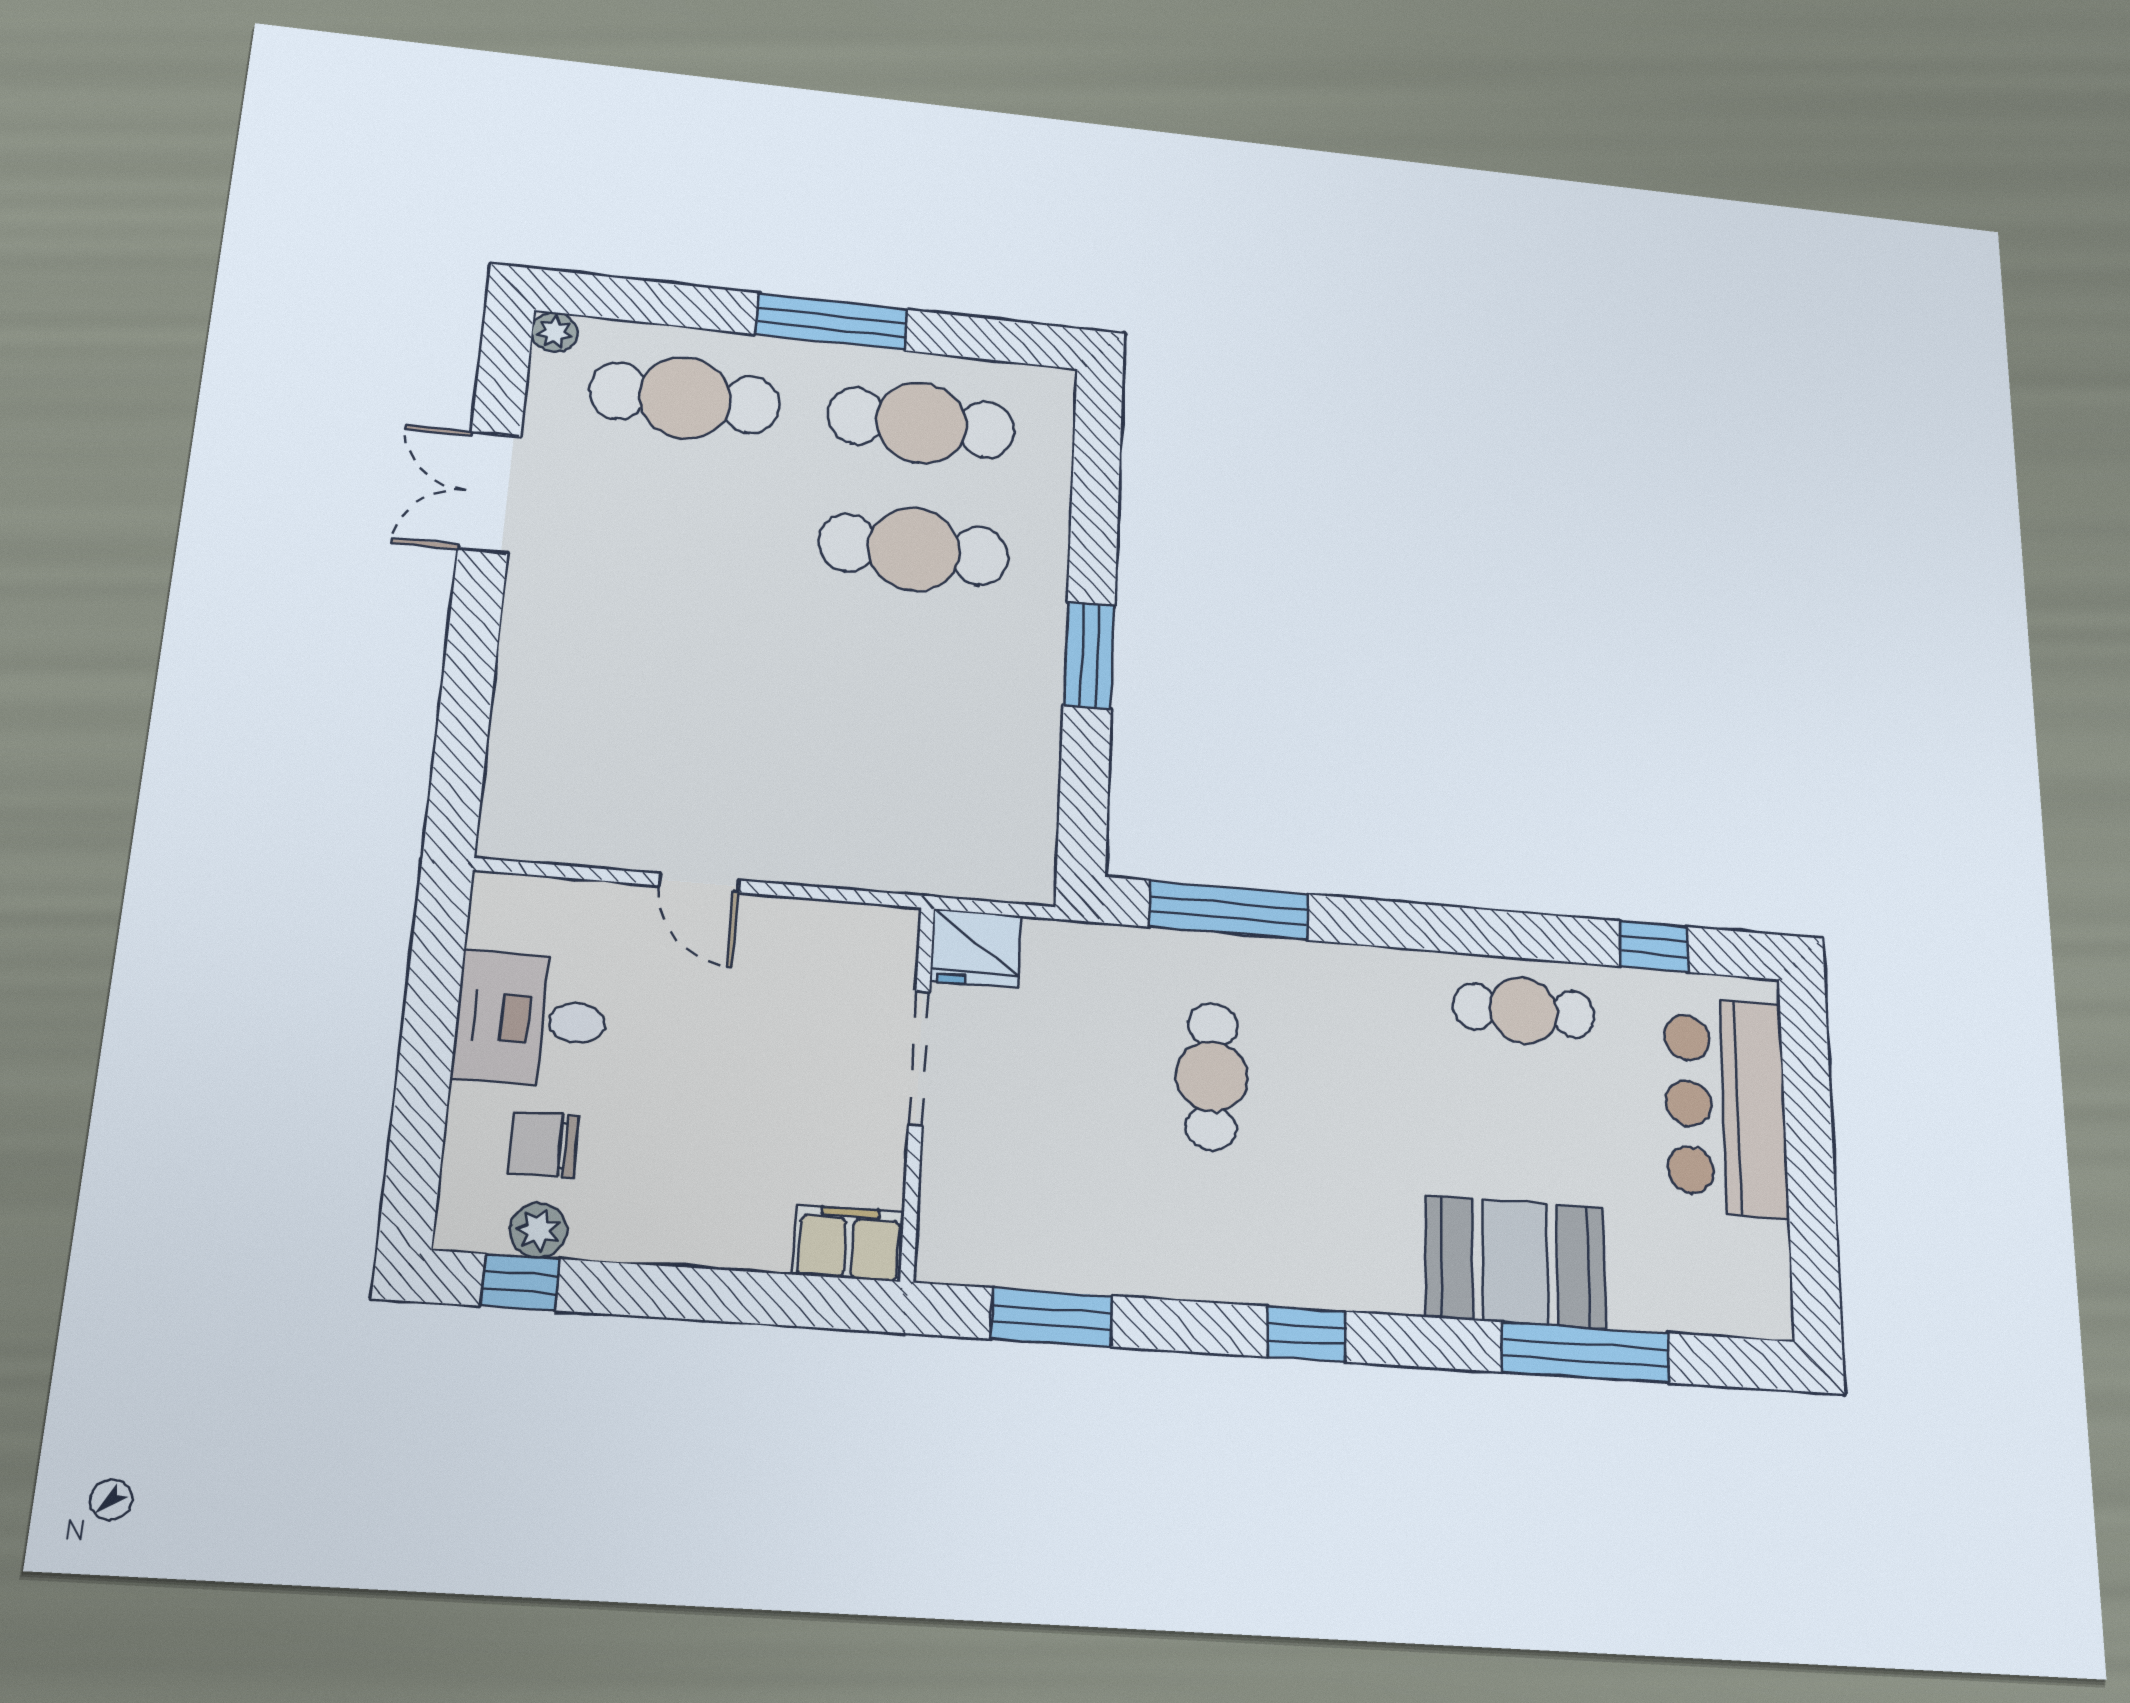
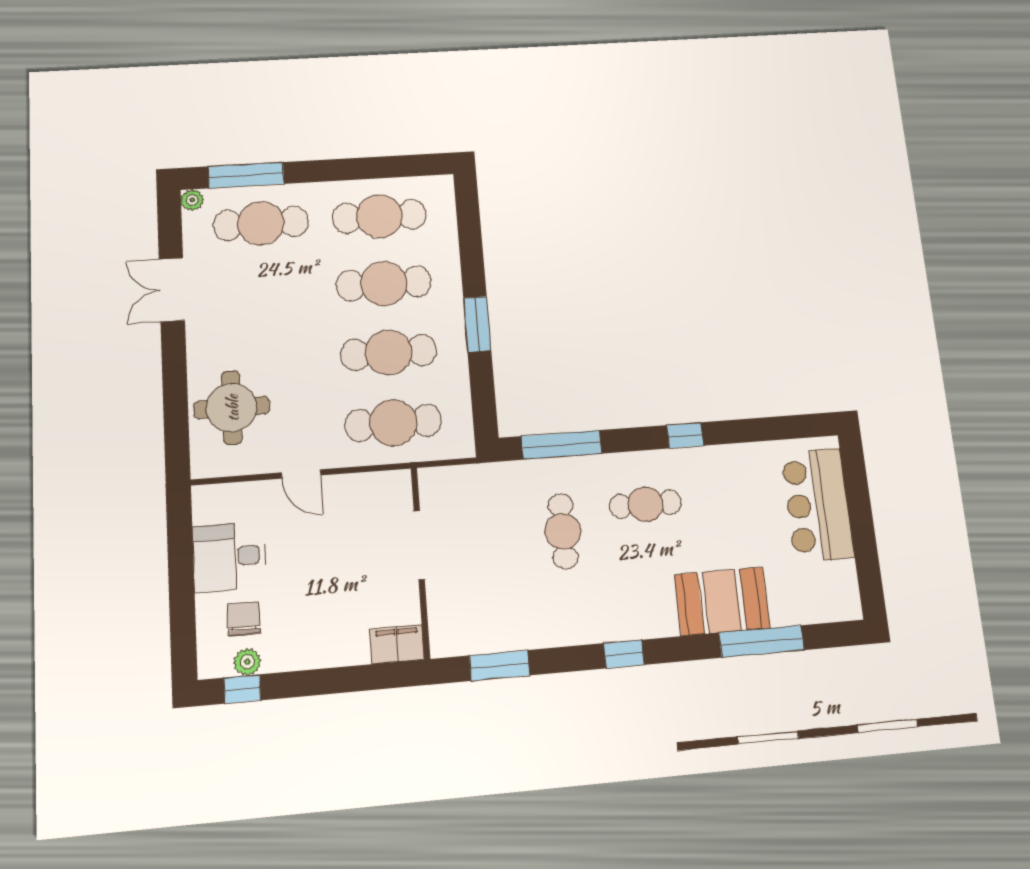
window: (832, 322) -> (246, 175), moved
cafe table: (906, 680) -> (389, 352), added
round table: (577, 734) -> (232, 408), added
cafe table: (898, 815) -> (393, 423), added
window: (1654, 947) -> (685, 435), moved
fridge: (976, 948) -> (440, 485), removed
cafe table: (1524, 1010) -> (645, 504), moved
chair: (543, 1144) -> (244, 619), turned 90

